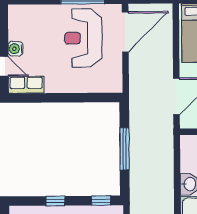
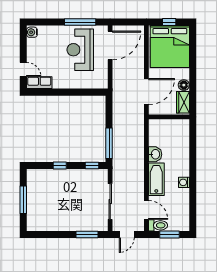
water cooler: (15, 49) -> (32, 32), moved
window: (125, 149) -> (109, 143), moved

